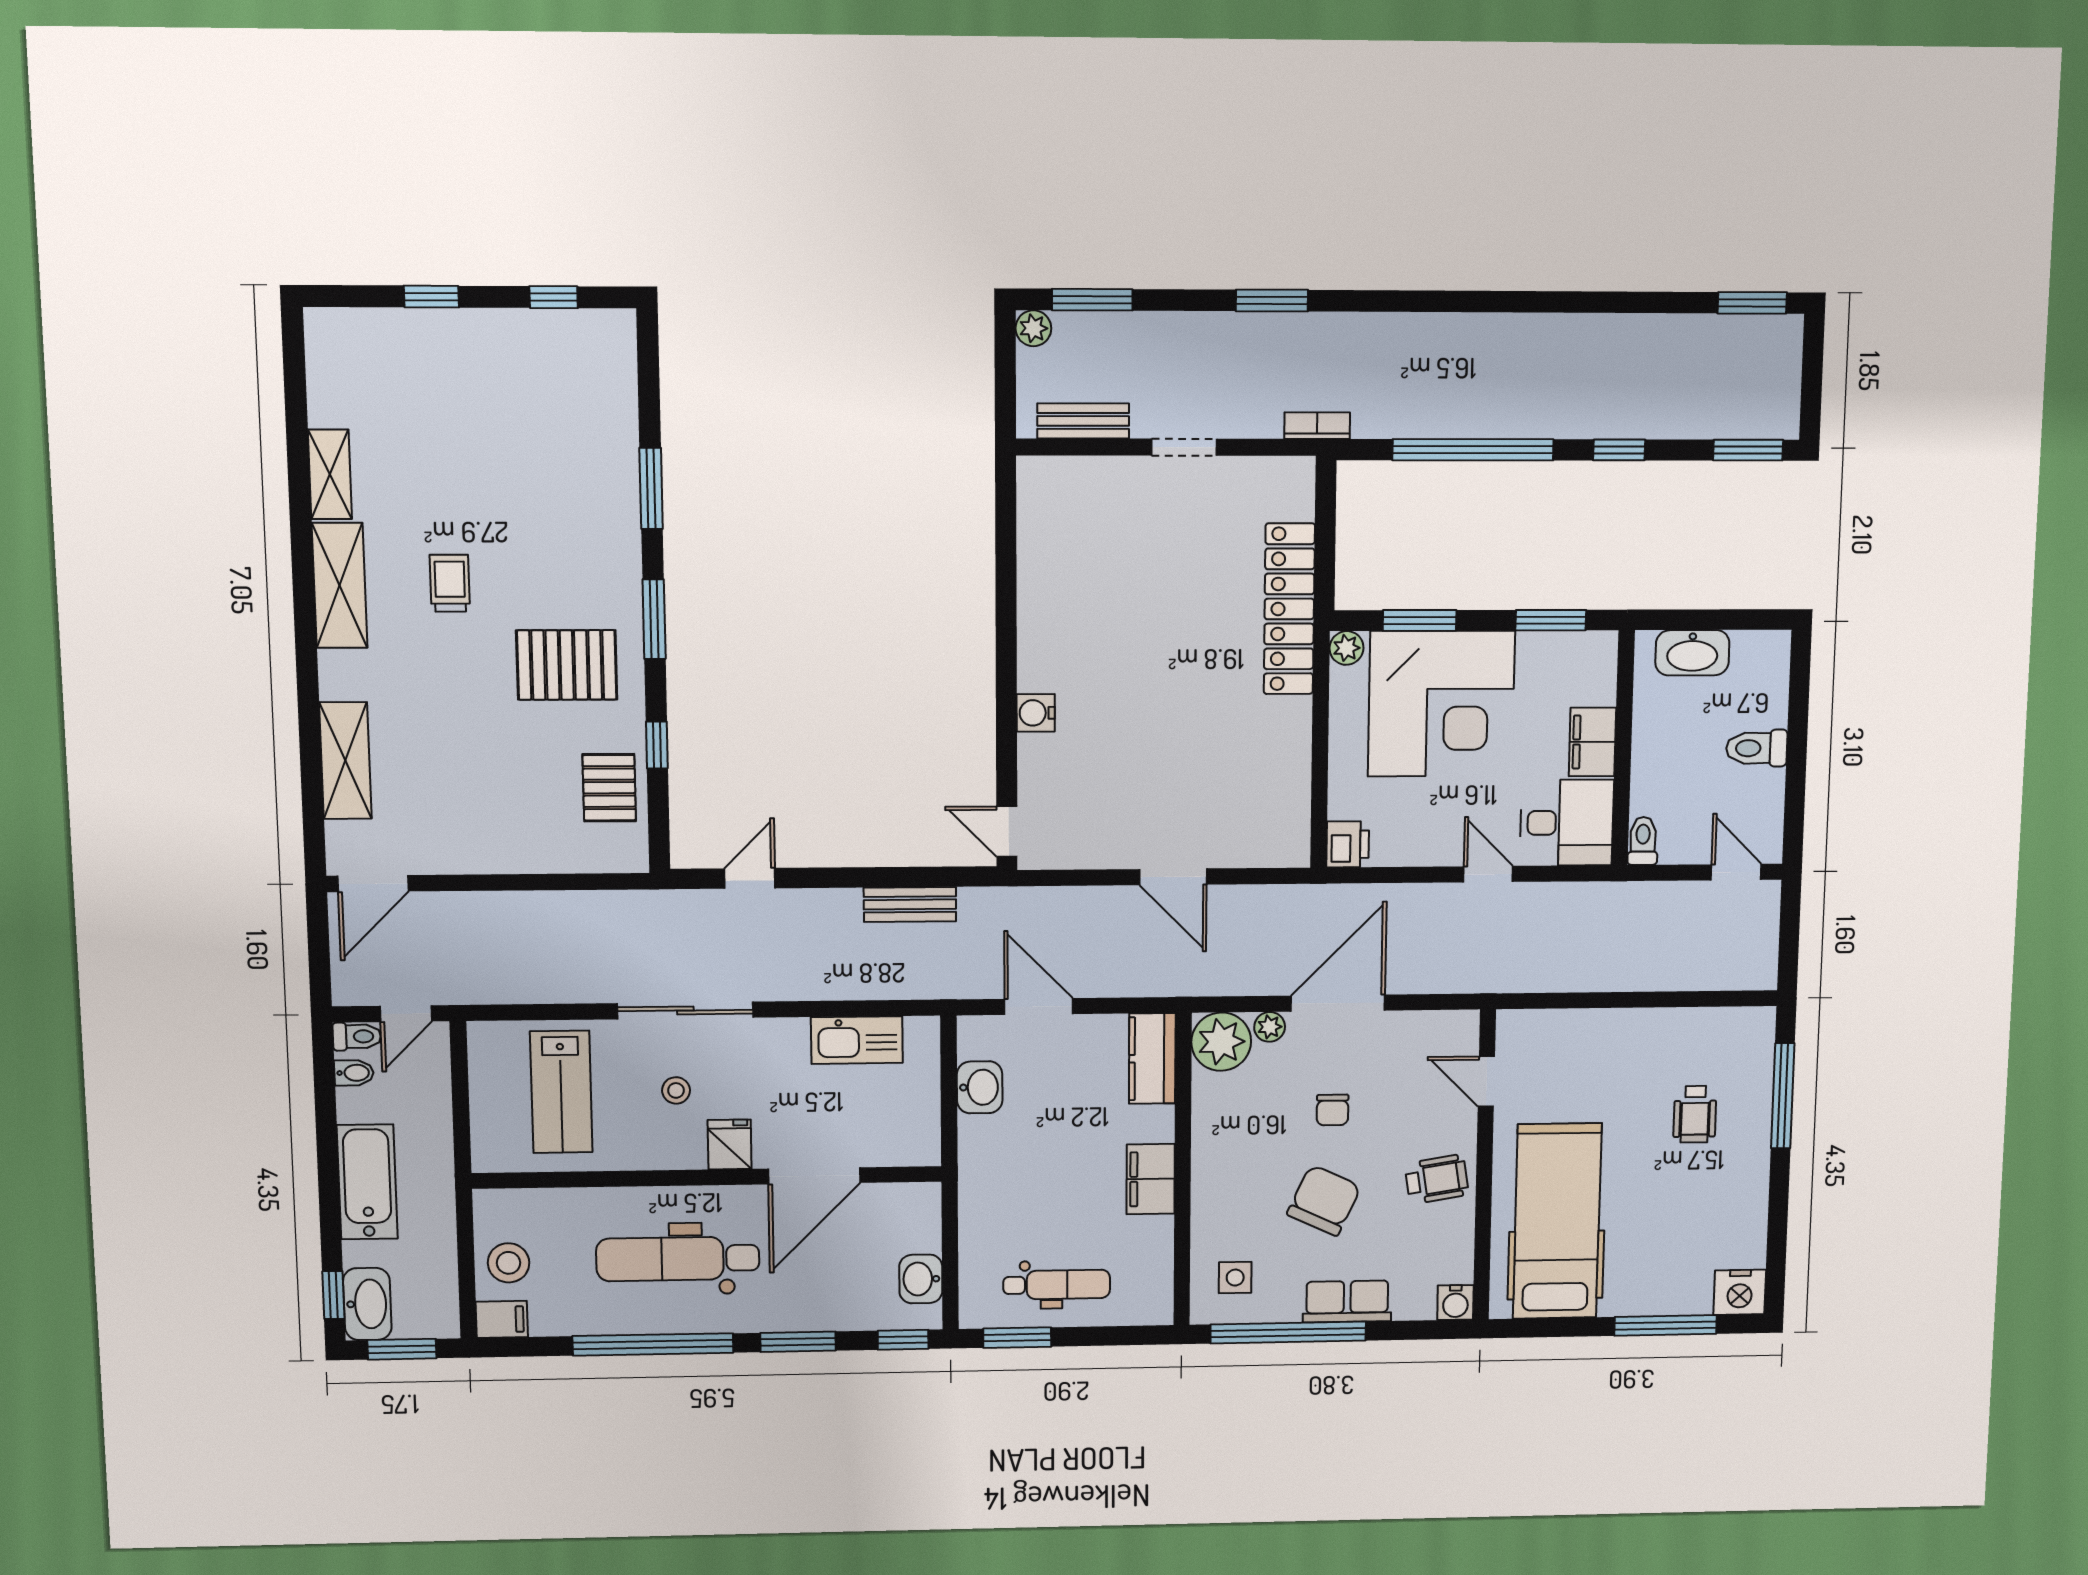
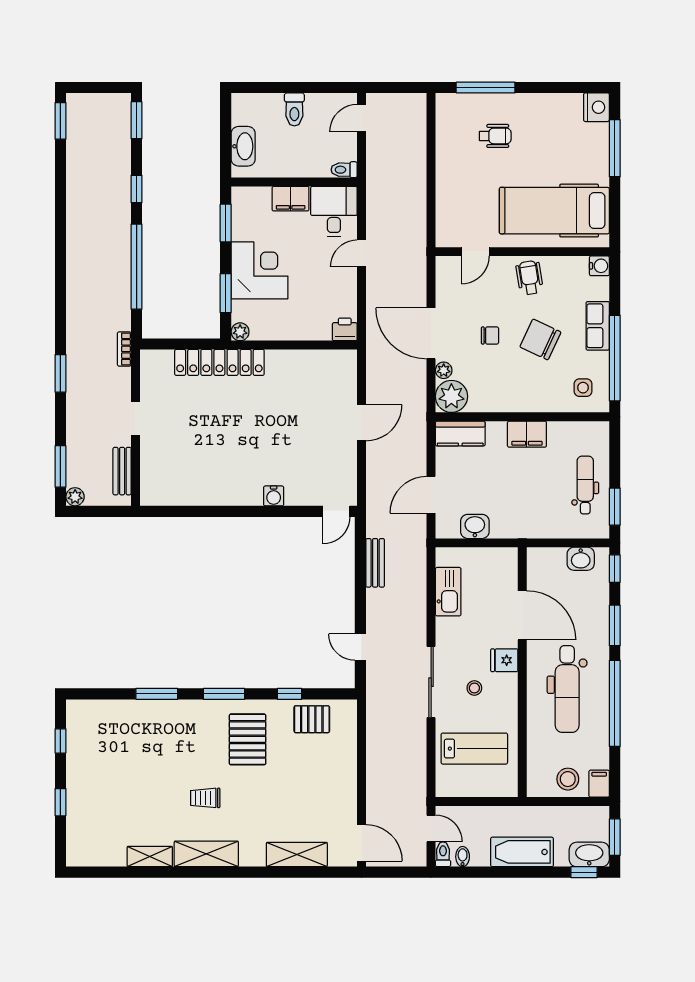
corner desk: (1441, 704) -> (259, 270), width x0.74, depth x0.74

